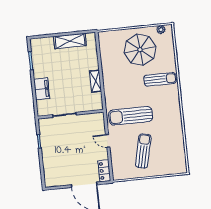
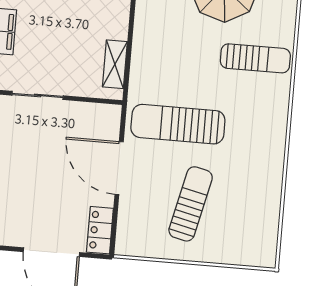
shelving: (96, 81) -> (115, 64), moved
door: (108, 141) -> (119, 168), width x1.88

